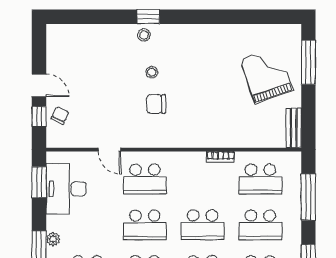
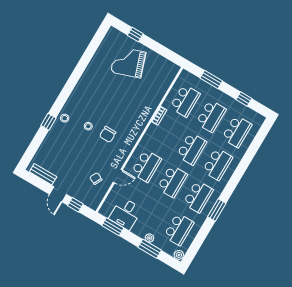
window: (148, 17) -> (49, 122), moved
window: (308, 63) -> (135, 34), width x0.46
door: (39, 85) -> (58, 194), swing flipped
chair: (60, 115) -> (96, 179), moved
bench: (294, 128) -> (43, 174), moved
desk: (66, 189) -> (125, 214), width x0.73
window: (308, 197) -> (211, 80), width x0.69

